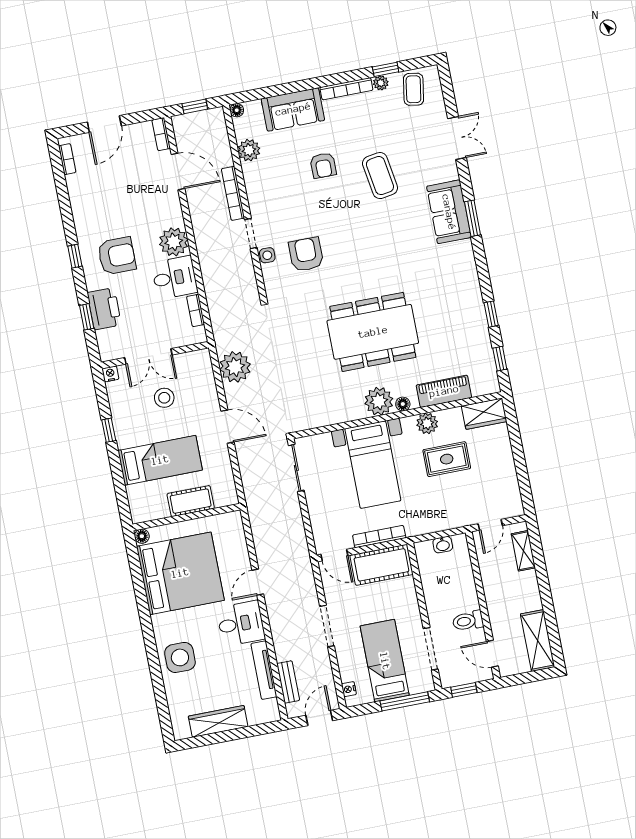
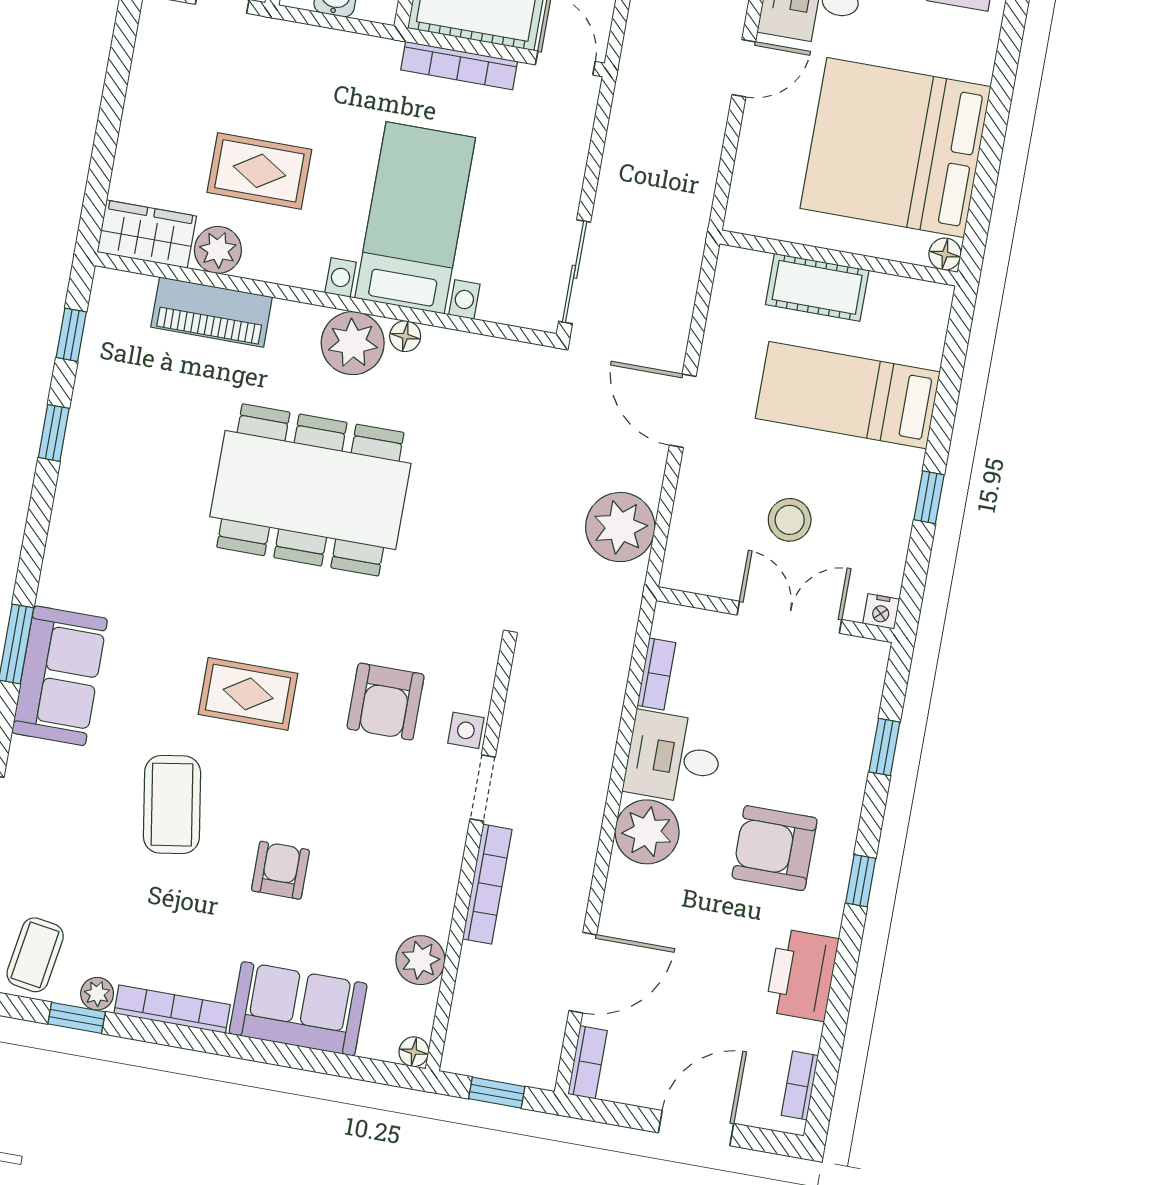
door: (178, 171) -> (583, 973), swing flipped
rug: (366, 235) -> (248, 694), added
printer: (104, 309) -> (802, 975), moved
floor lamp: (403, 404) -> (405, 336), moved
plant: (427, 423) -> (218, 250), moved

